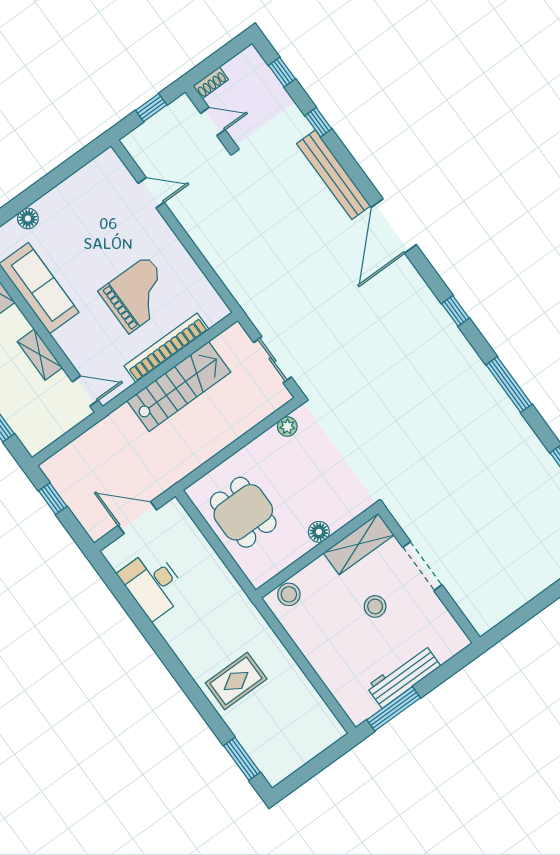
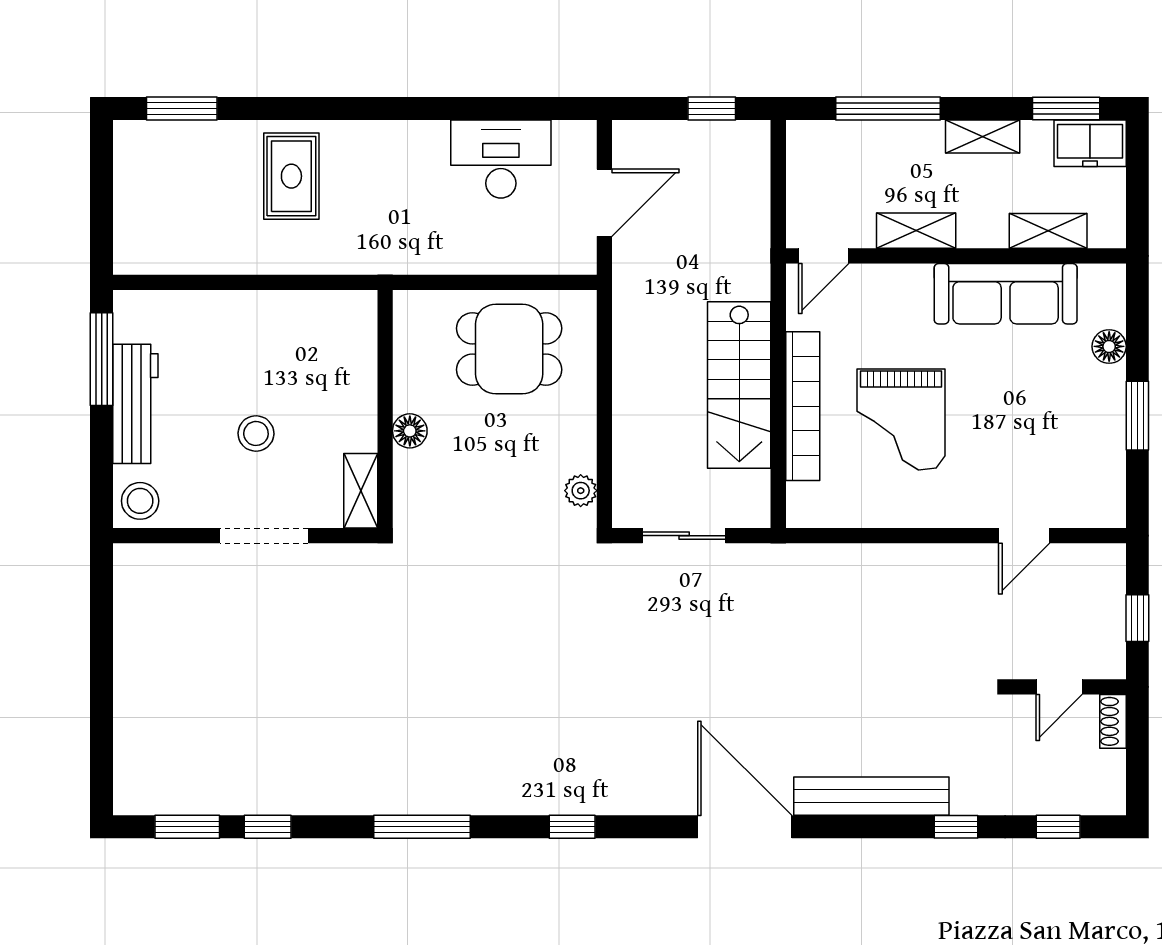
window: (52, 180) -> (1137, 416), added
shelving: (359, 544) -> (361, 491), width x0.67, depth x0.75
stool: (289, 594) -> (140, 501), moved

